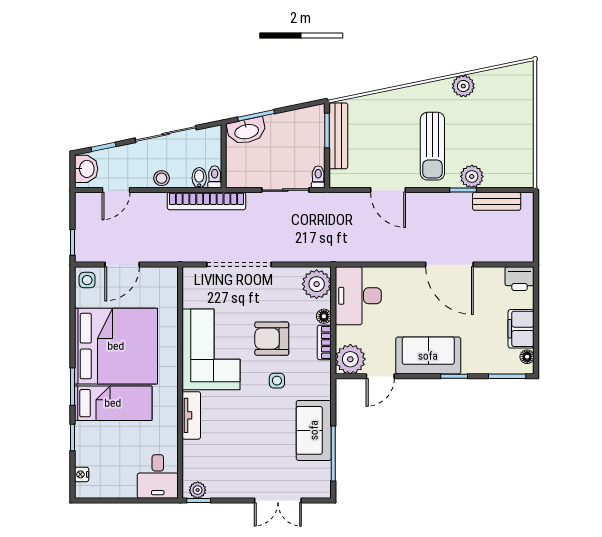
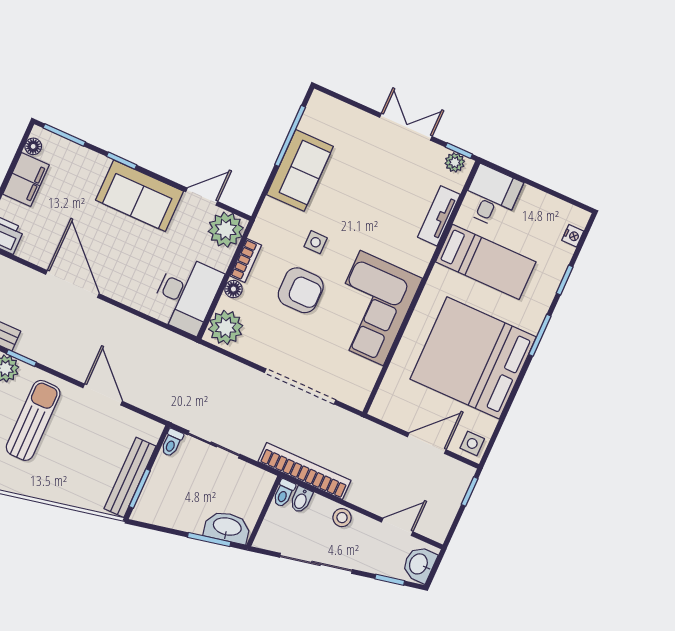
bed: (113, 403) -> (486, 262), moved, turned 180
tv unit: (191, 415) -> (439, 216), moved
double door: (278, 500) -> (406, 127), moved

